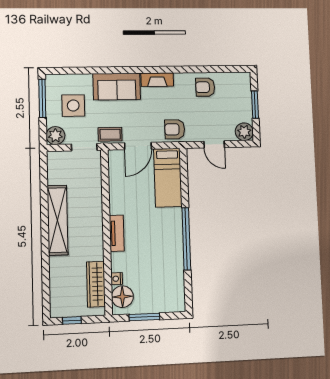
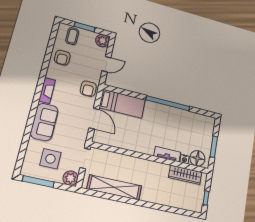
coffee table: (110, 134) -> (72, 36), moved
shelving: (57, 220) -> (114, 187), moved
tv unit: (117, 233) -> (167, 154), moved

